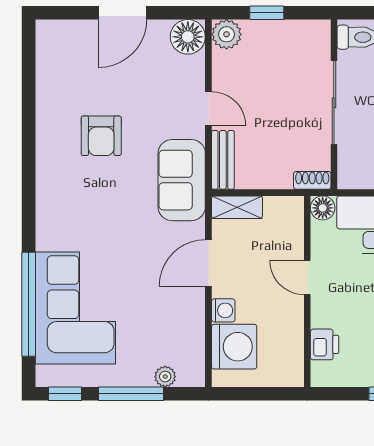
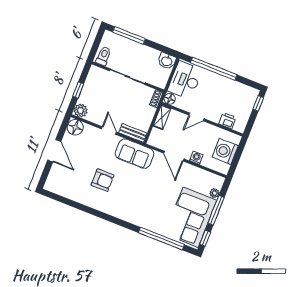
door: (208, 109) -> (109, 130), hinge flipped
shelving: (237, 207) -> (162, 117), moved
corner sofa: (75, 308) -> (191, 217), moved, turned -90
washing machine: (234, 347) -> (225, 151), moved, turned -90

